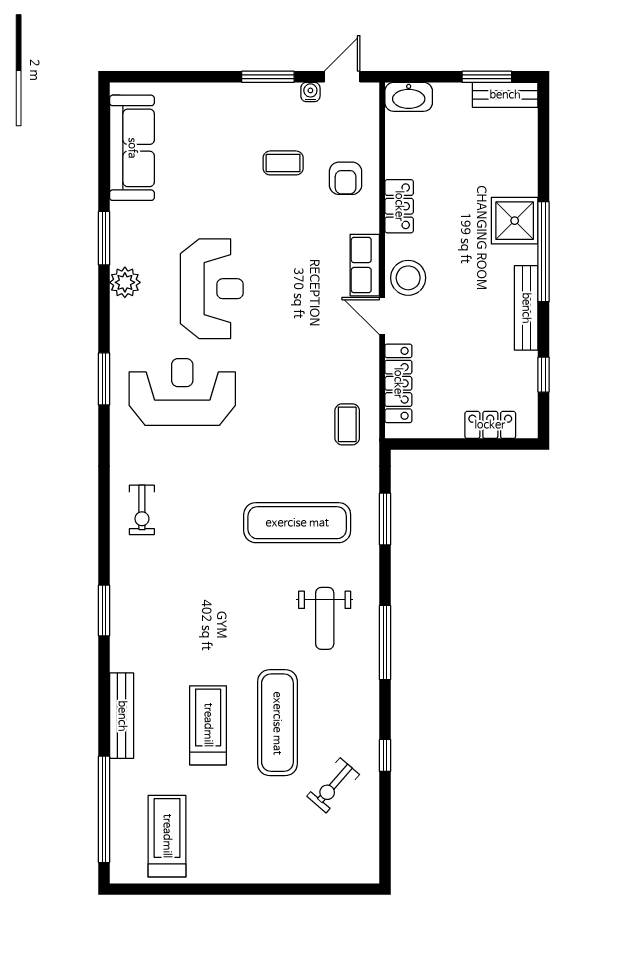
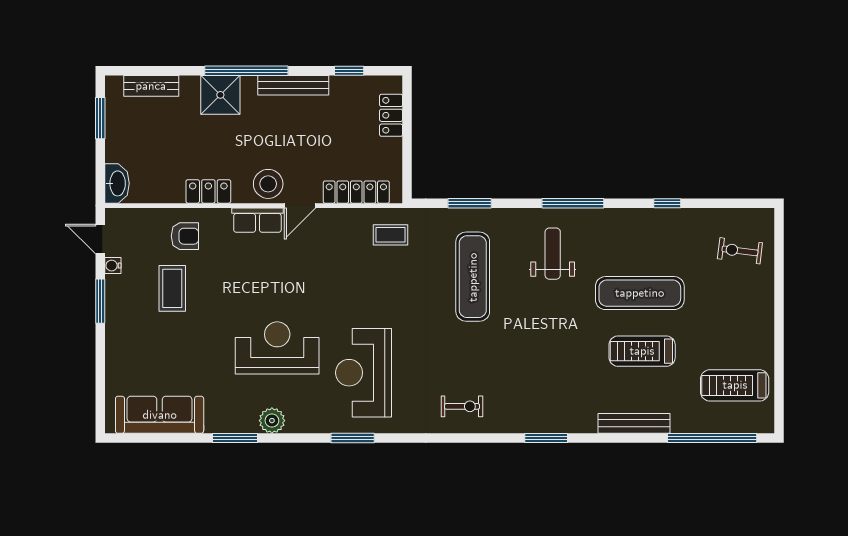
bench: (505, 95) -> (151, 86), moved, turned 90
coffee table: (283, 163) -> (172, 288), width x1.36, depth x1.30
weight bench: (325, 618) -> (553, 254), turned -90
exercise bike: (333, 785) -> (740, 251), moved, turned 146

